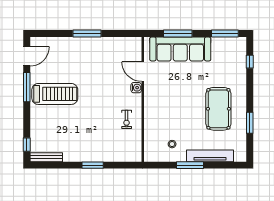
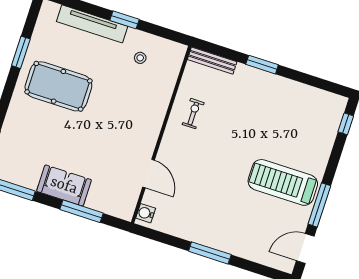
sofa: (180, 49) -> (64, 186), width x0.54, depth x0.79
water cooler: (136, 88) -> (146, 213), moved
pool table: (218, 109) -> (58, 86), turned 90
bench: (46, 157) -> (212, 61), moved
window: (190, 165) -> (125, 20), width x0.69

